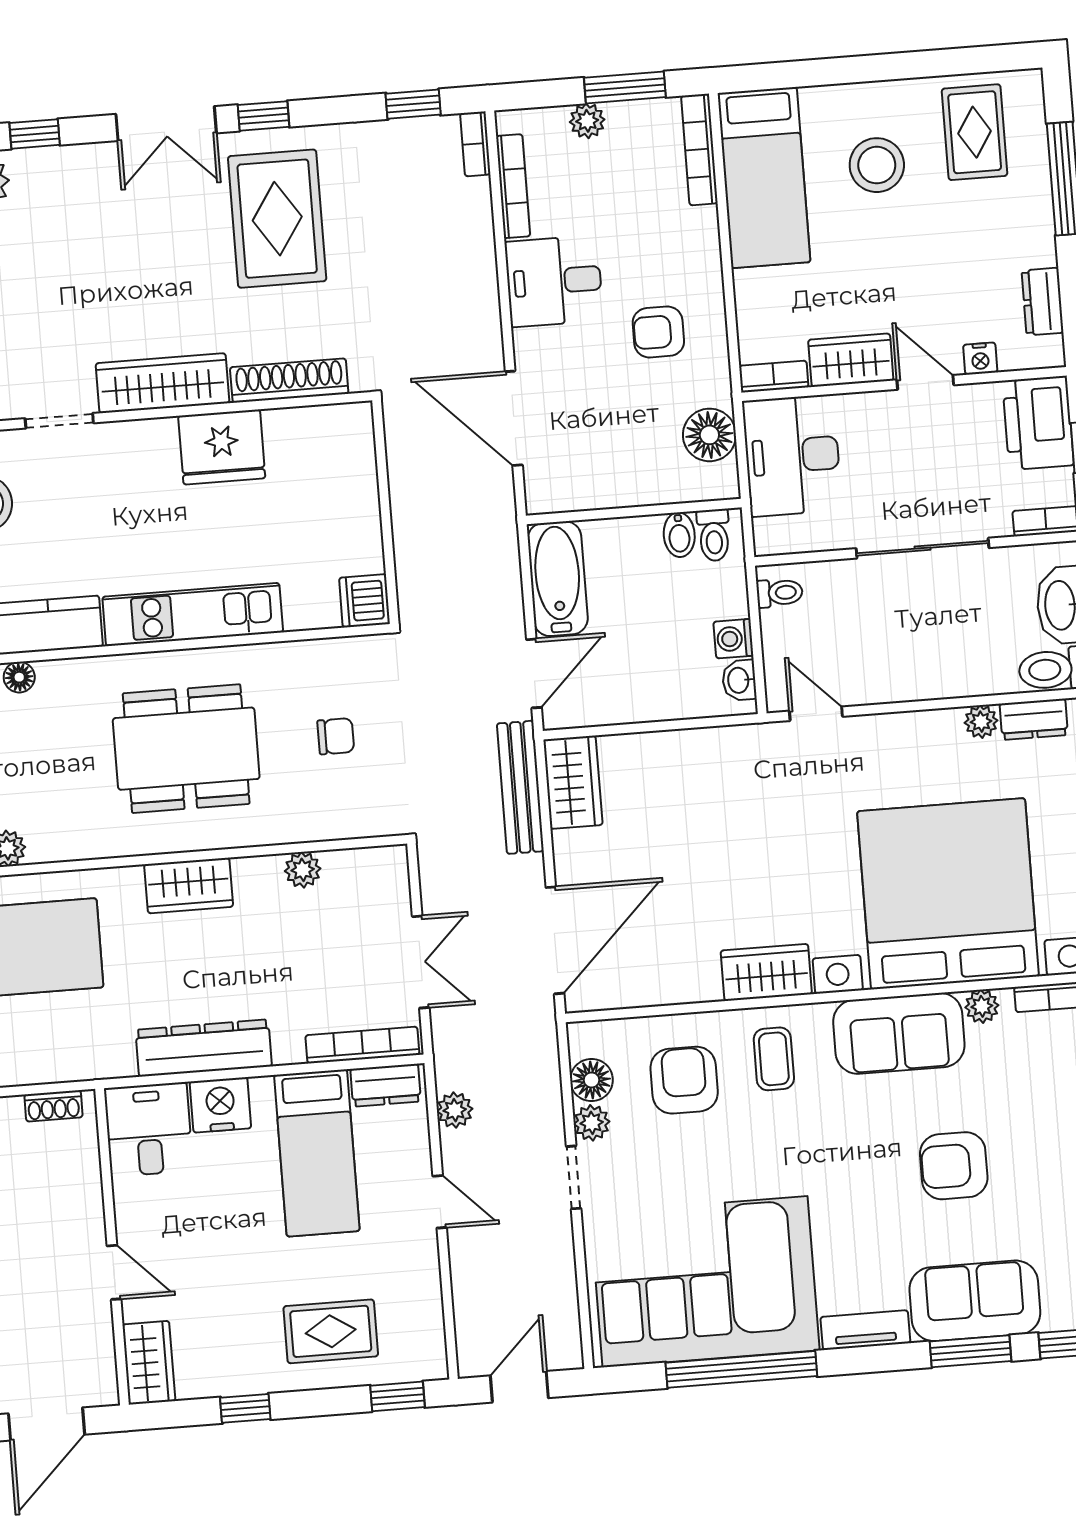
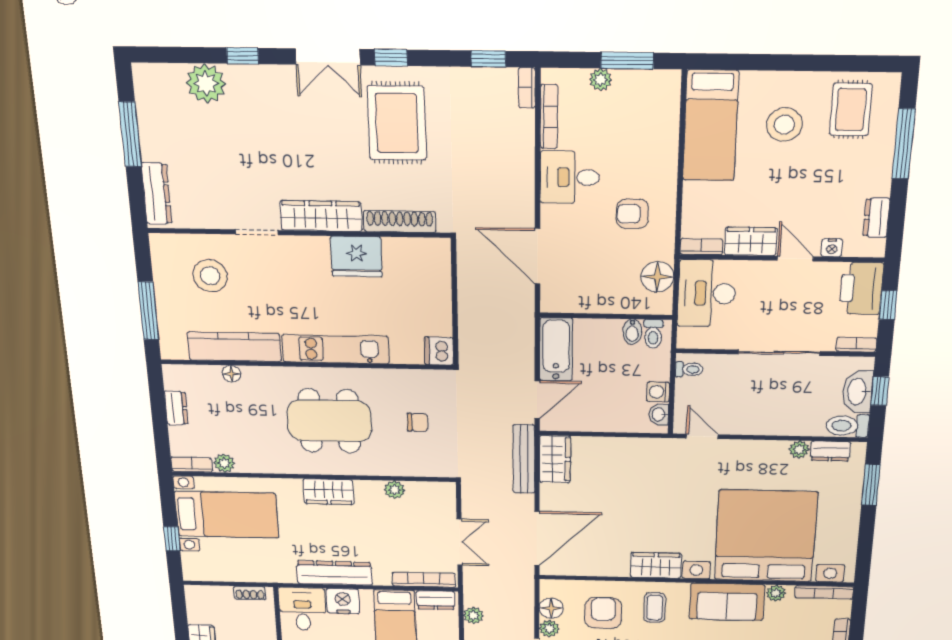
bookcase: (699, 150) -> (671, 104), removed

